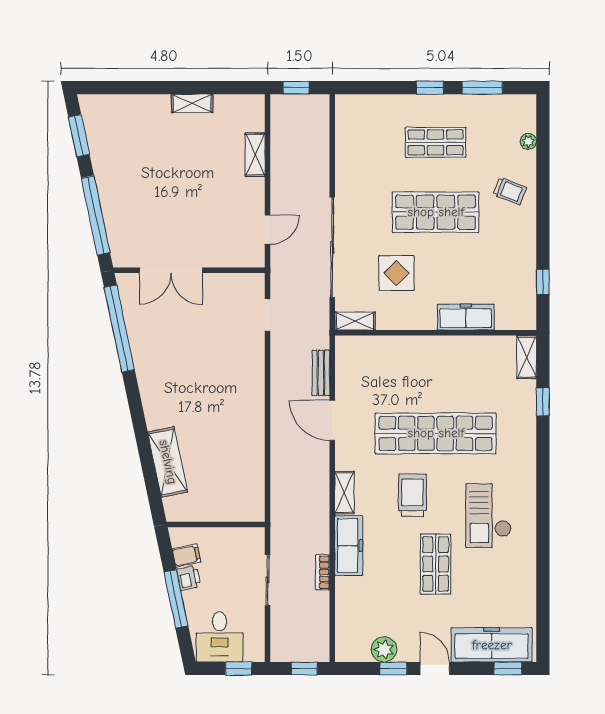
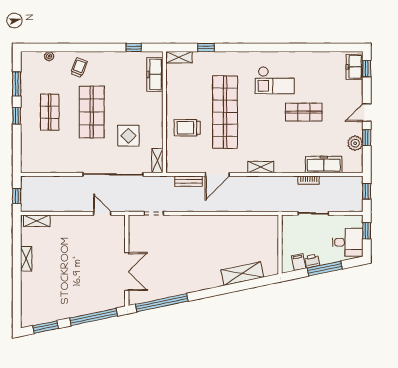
shelving: (255, 155) -> (37, 221), moved
freezer: (466, 317) -> (155, 74), moved
trolley: (412, 495) -> (187, 128), moved
freezer: (349, 546) -> (324, 164), moved
freezer: (492, 645) -> (355, 67), width x0.52, depth x0.79

